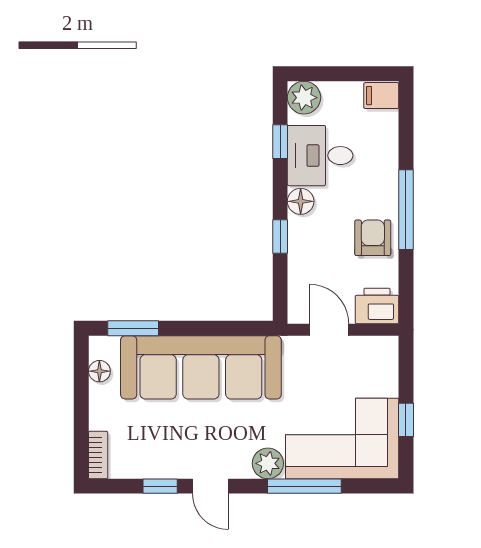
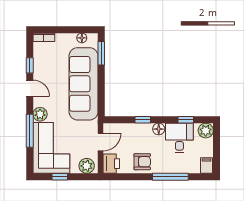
window: (406, 210) -> (170, 177), moved
plant: (382, 360) -> (87, 166), added
door: (210, 486) -> (30, 88), swing flipped

